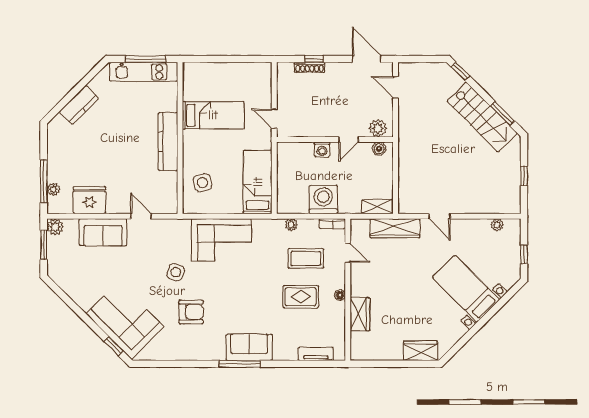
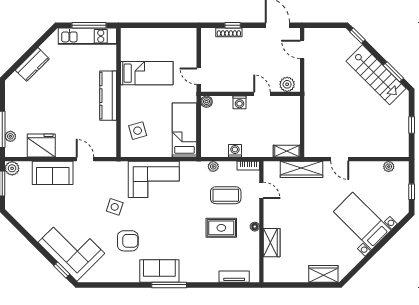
door: (349, 140) -> (262, 94), swing flipped
boiler: (379, 149) -> (206, 102), moved
washing machine: (323, 200) -> (235, 151), width x0.53, depth x0.53
sofa: (249, 347) -> (159, 271), moved

